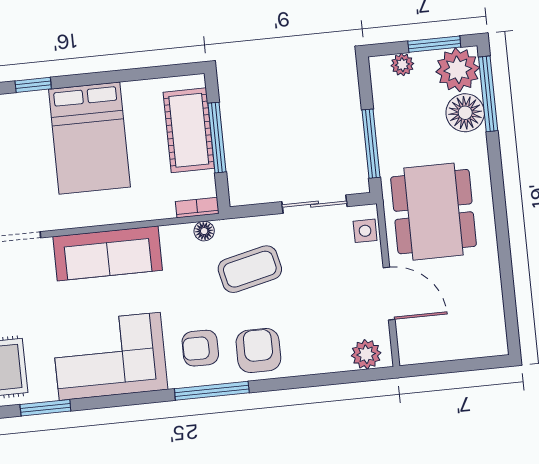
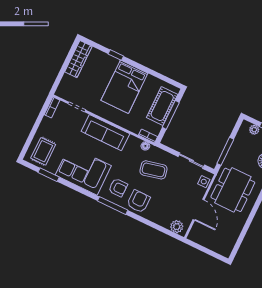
armchair: (200, 348) -> (118, 188), turned 180

